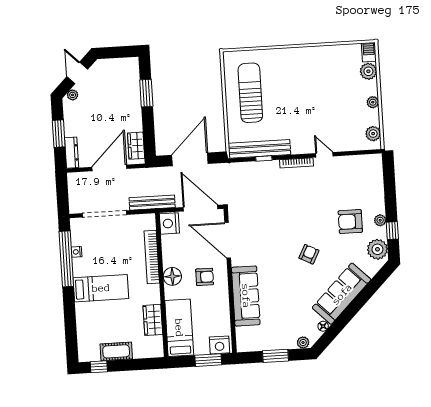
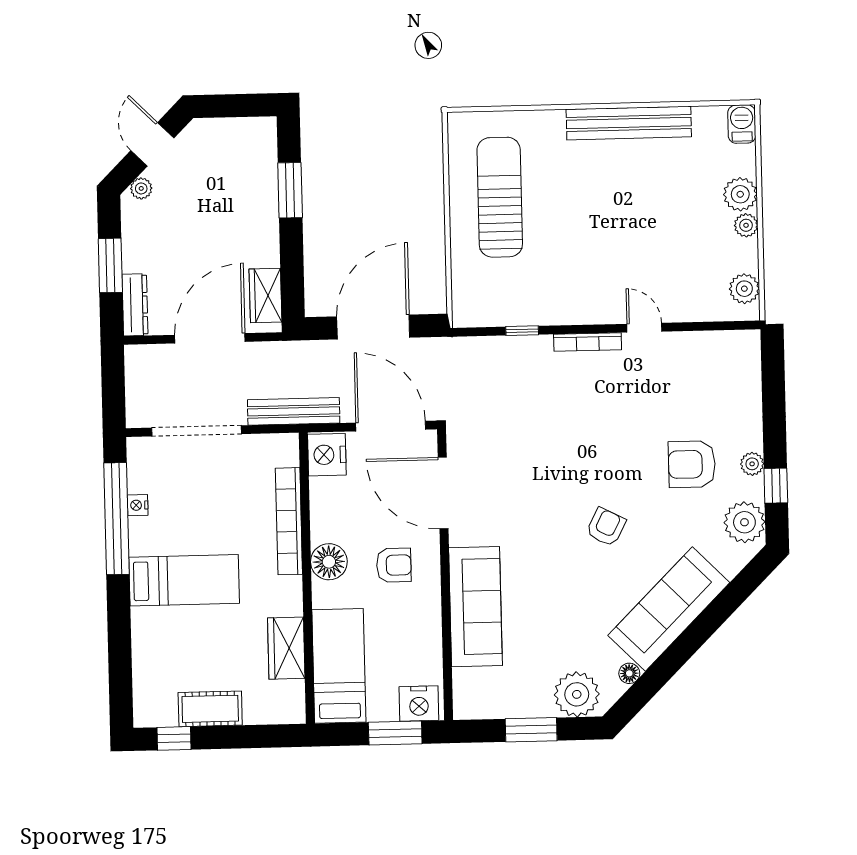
plant: (368, 71) -> (740, 194), moved
bench: (259, 149) -> (629, 123), moved
plant: (303, 342) -> (577, 694), width x1.88, depth x1.88

